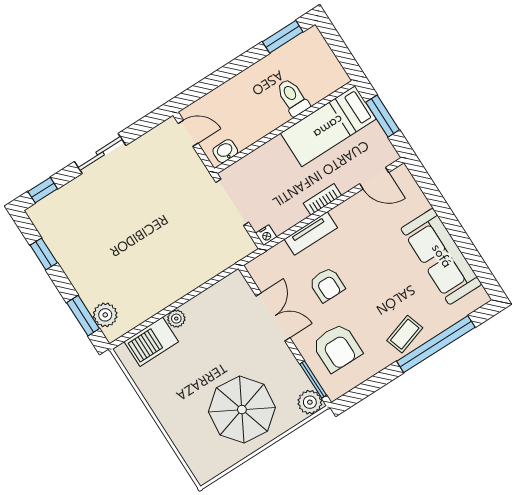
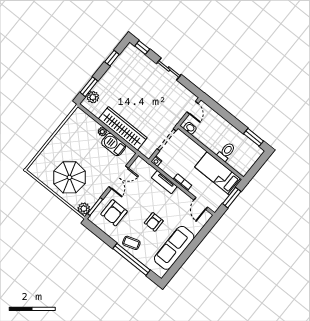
wardrobe: (183, 278) -> (123, 128), added
armchair: (327, 285) -> (154, 222), moved
barbecue: (151, 342) -> (114, 145), moved

